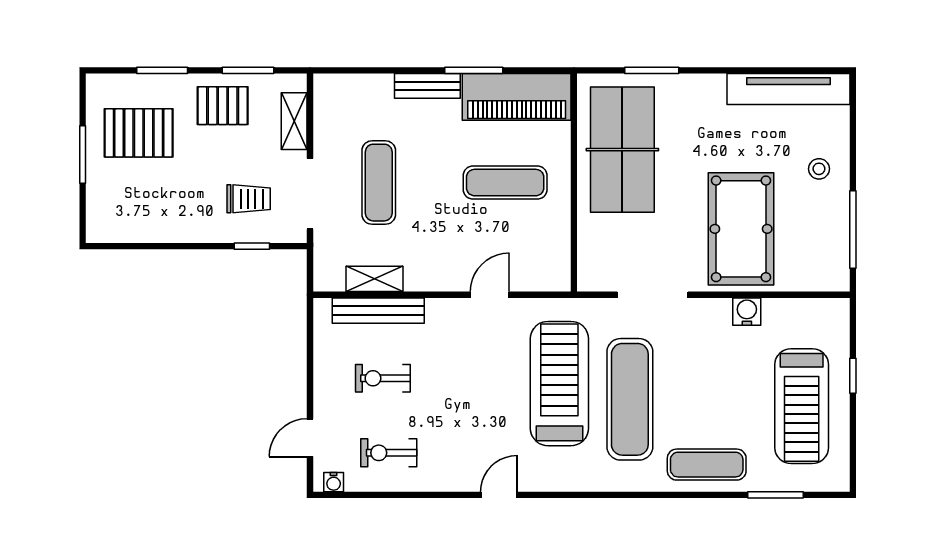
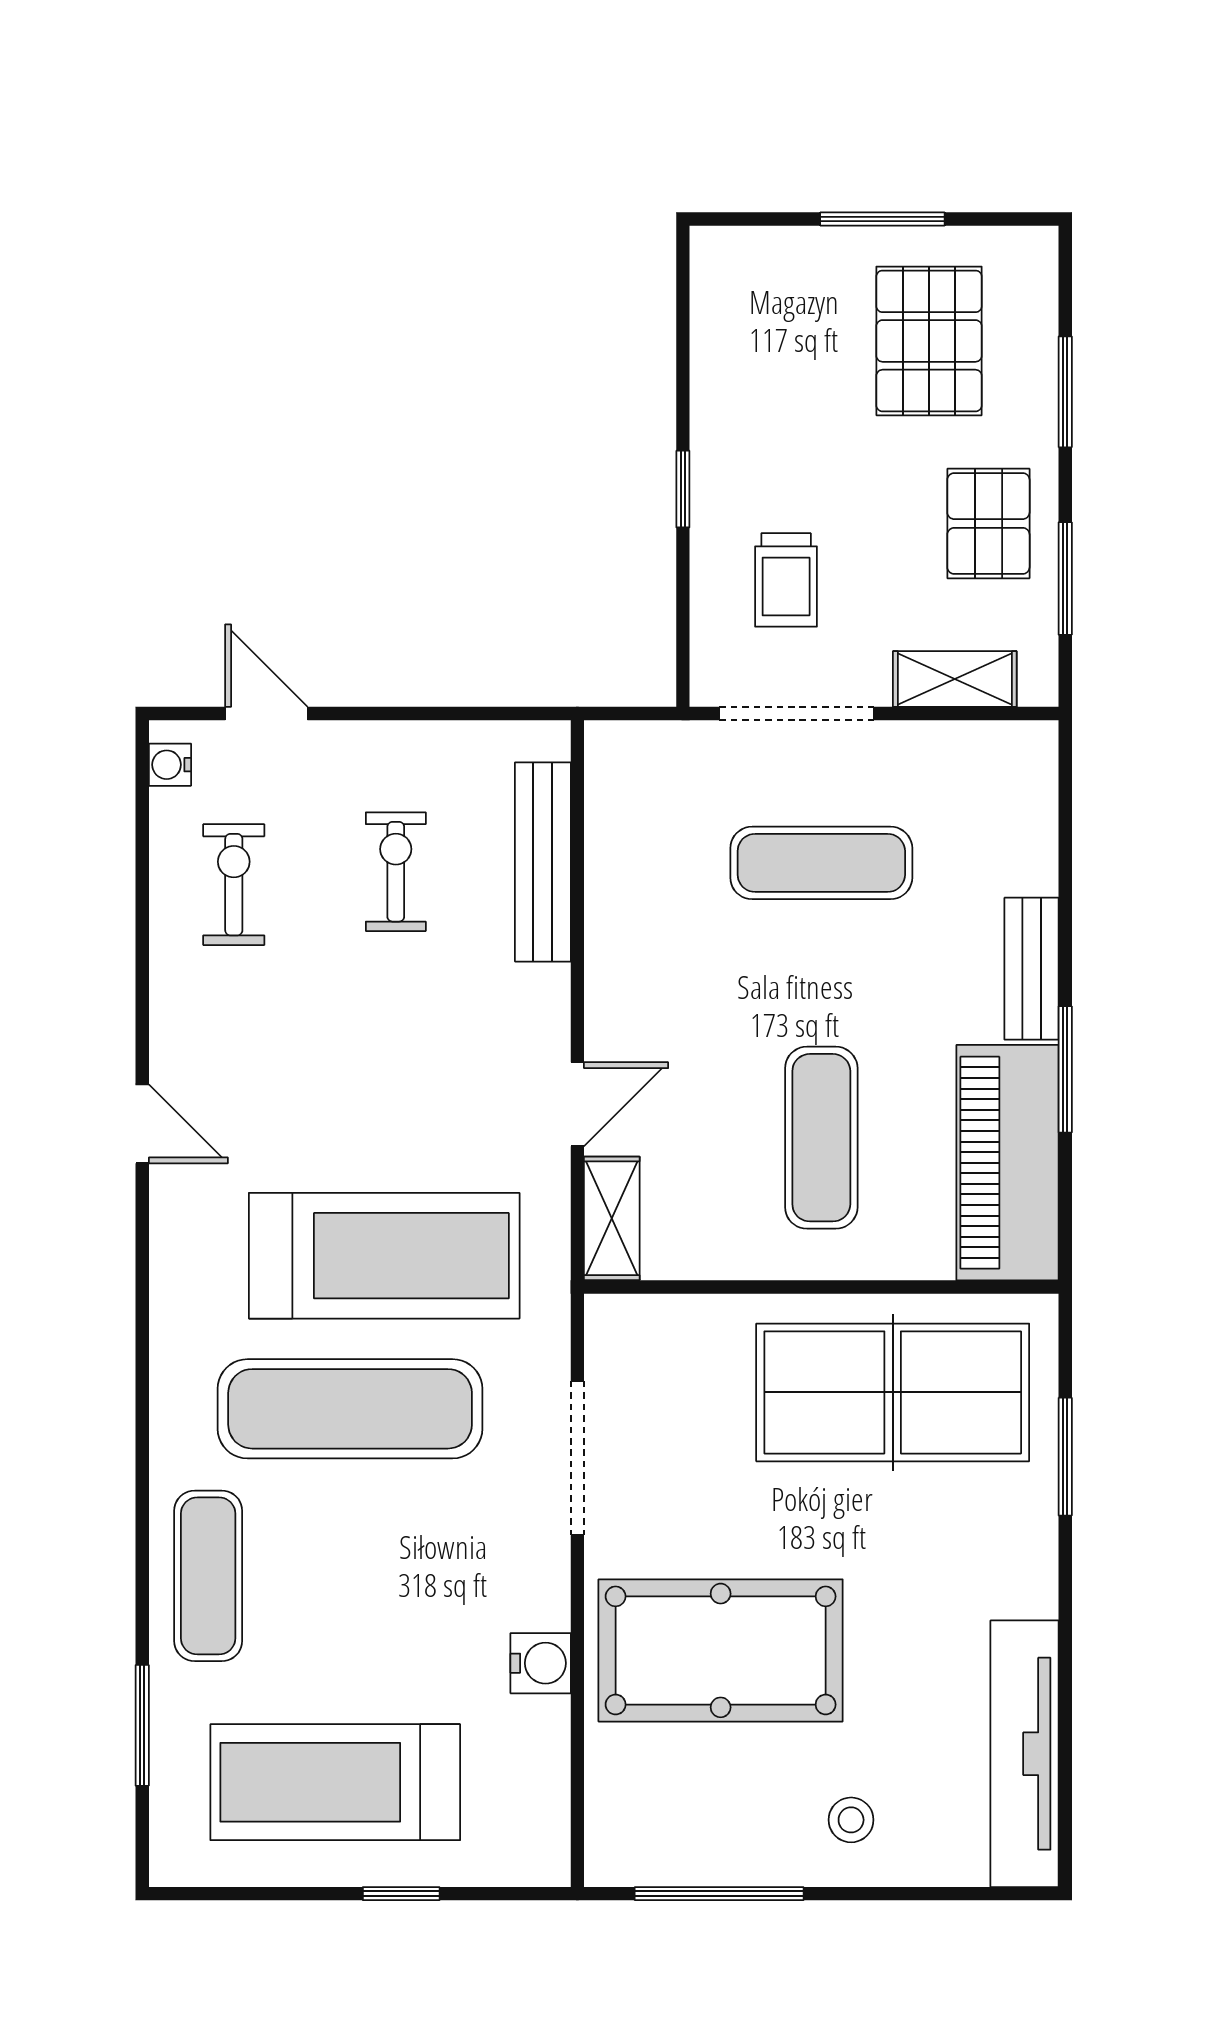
window: (252, 246) -> (683, 489), moved
shelving: (375, 279) -> (612, 1218), moved
door: (490, 295) -> (577, 1104), hinge flipped

